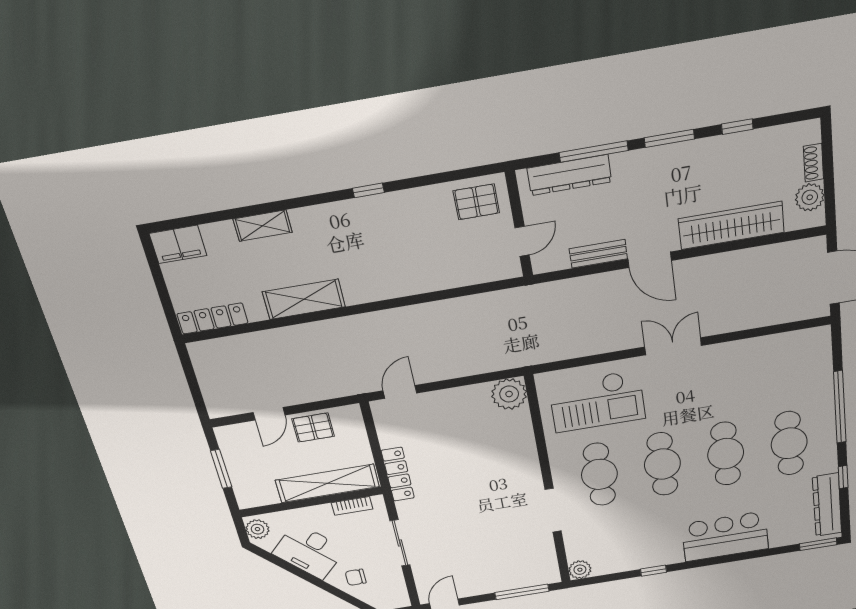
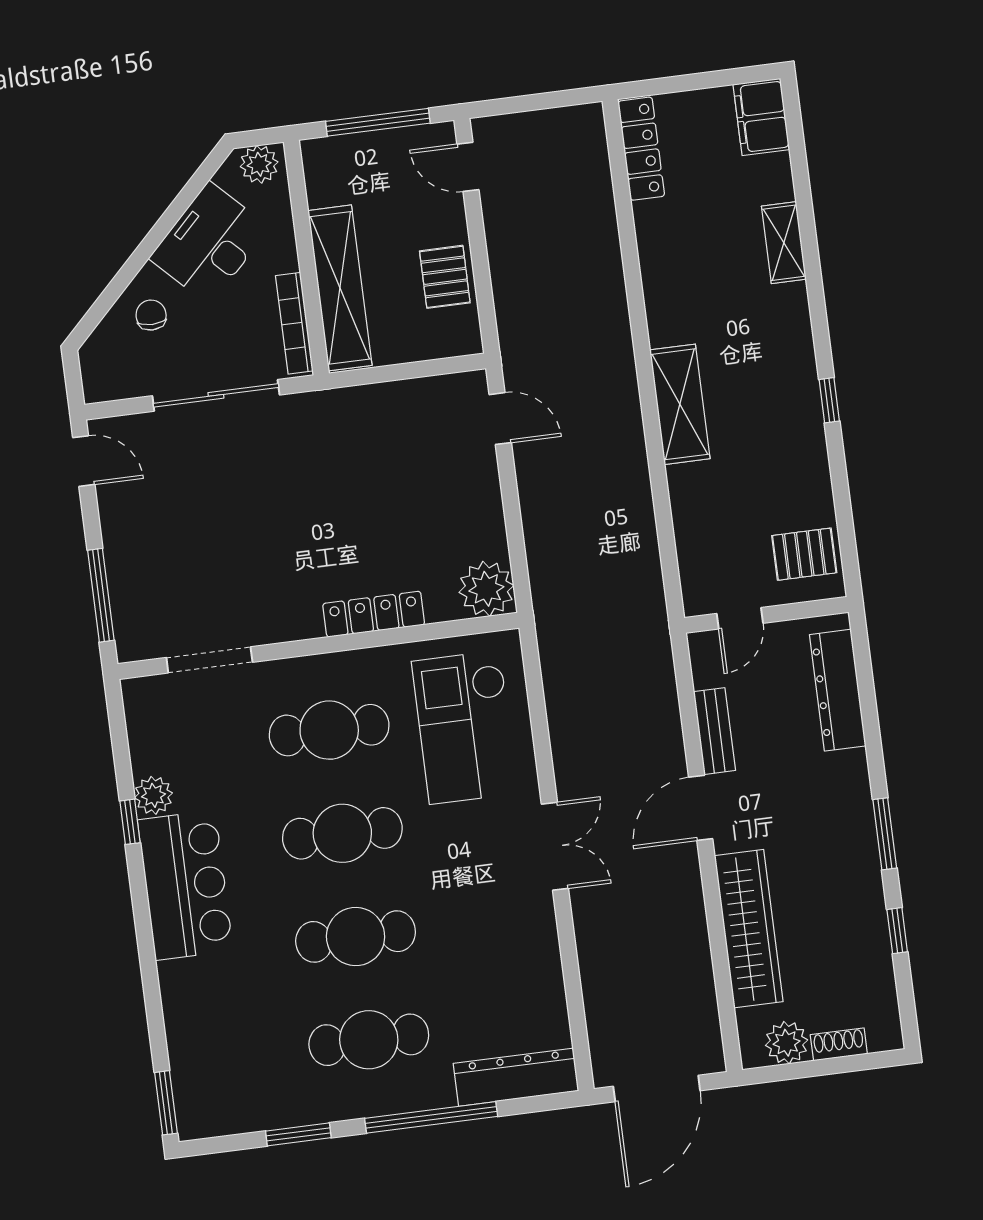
window: (594, 151) -> (871, 725), removed
pallet: (476, 202) -> (804, 554), turned 90
door: (522, 241) -> (740, 618), hinge flipped
shelving: (304, 299) -> (680, 404), moved
door: (269, 414) -> (468, 167), moved
window: (221, 469) -> (378, 122), width x1.44
locker: (398, 474) -> (374, 614), moved, turned 180
window: (843, 477) -> (298, 1134), width x1.50
dresser: (827, 505) -> (516, 1077), moved
bookcase: (352, 506) -> (294, 323), width x1.56
doorway: (553, 510) -> (209, 660), moved
bar counter: (725, 536) -> (185, 885), moved
sliding door: (400, 543) -> (216, 395), width x1.37
plant: (580, 570) -> (153, 795), moved

